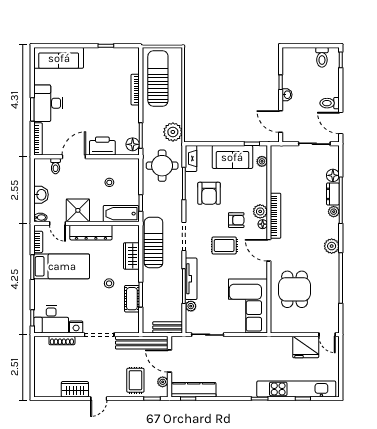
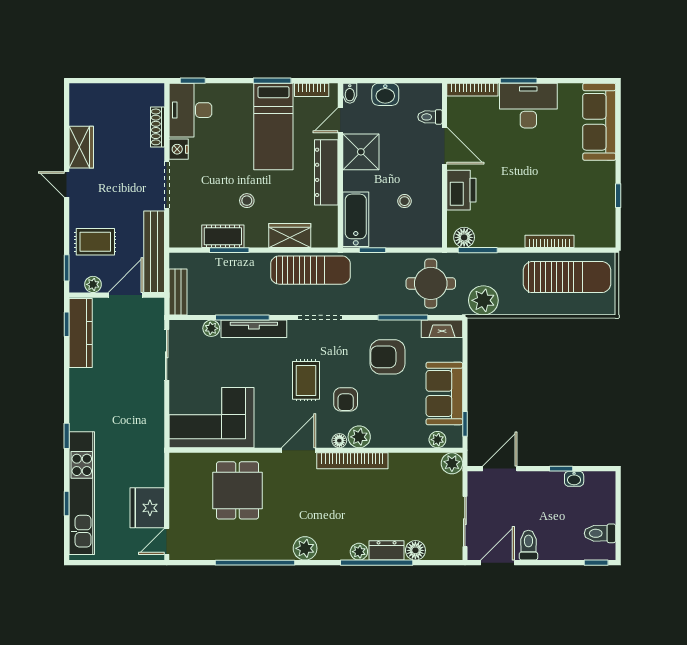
washbasin: (287, 95) -> (574, 479), moved
plant: (277, 152) -> (452, 463), added
dining table: (295, 289) -> (237, 490), turned 90

